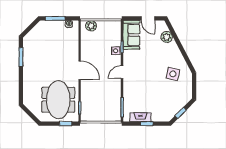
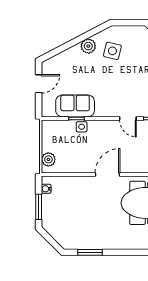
sofa: (131, 35) -> (75, 106), moved
plant: (167, 37) -> (88, 46), moved
door: (122, 72) -> (128, 118), moved

